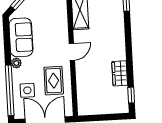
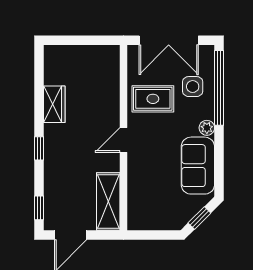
rug: (54, 81) -> (153, 99), turned 90
window: (131, 95) -> (39, 148), moved

